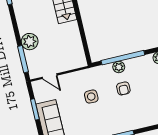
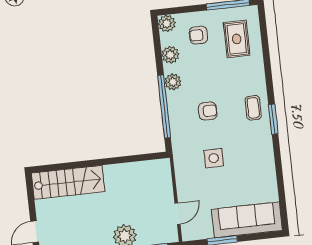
plant: (119, 67) -> (173, 82), moved
coffee table: (129, 120) -> (253, 108), added

